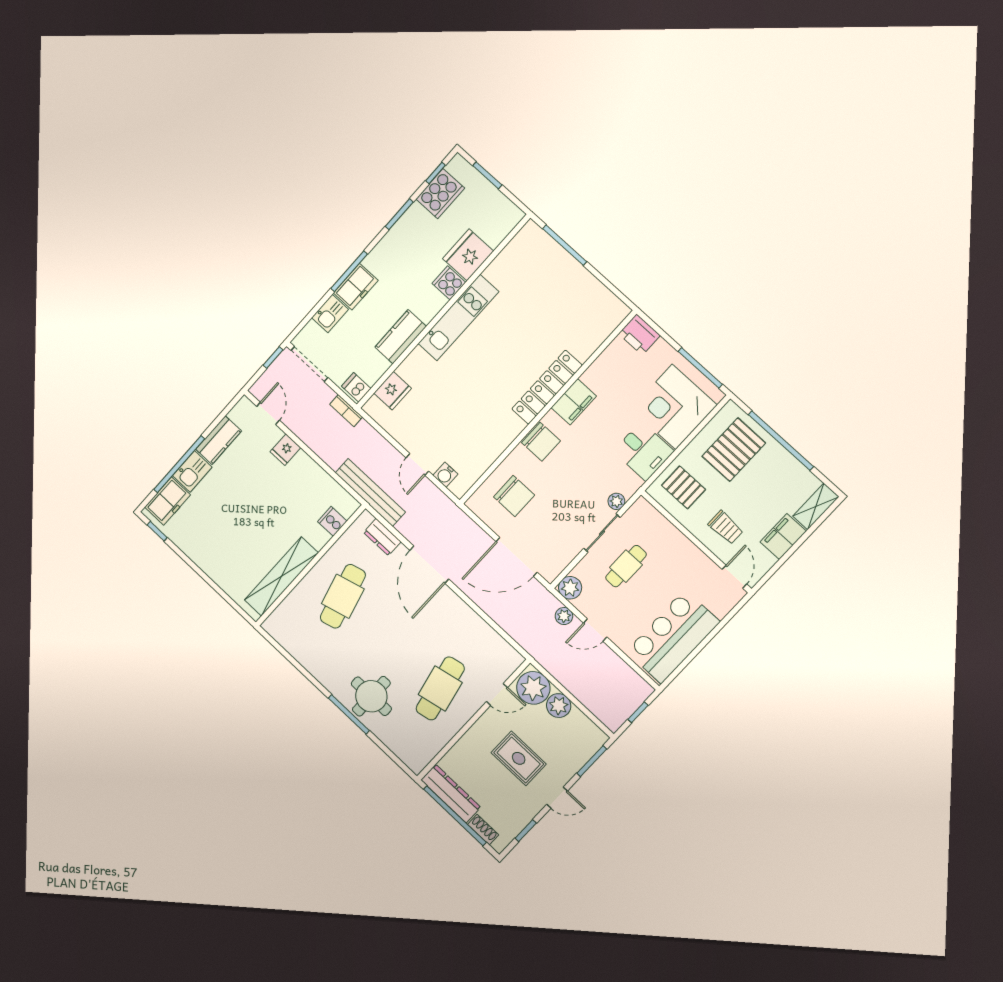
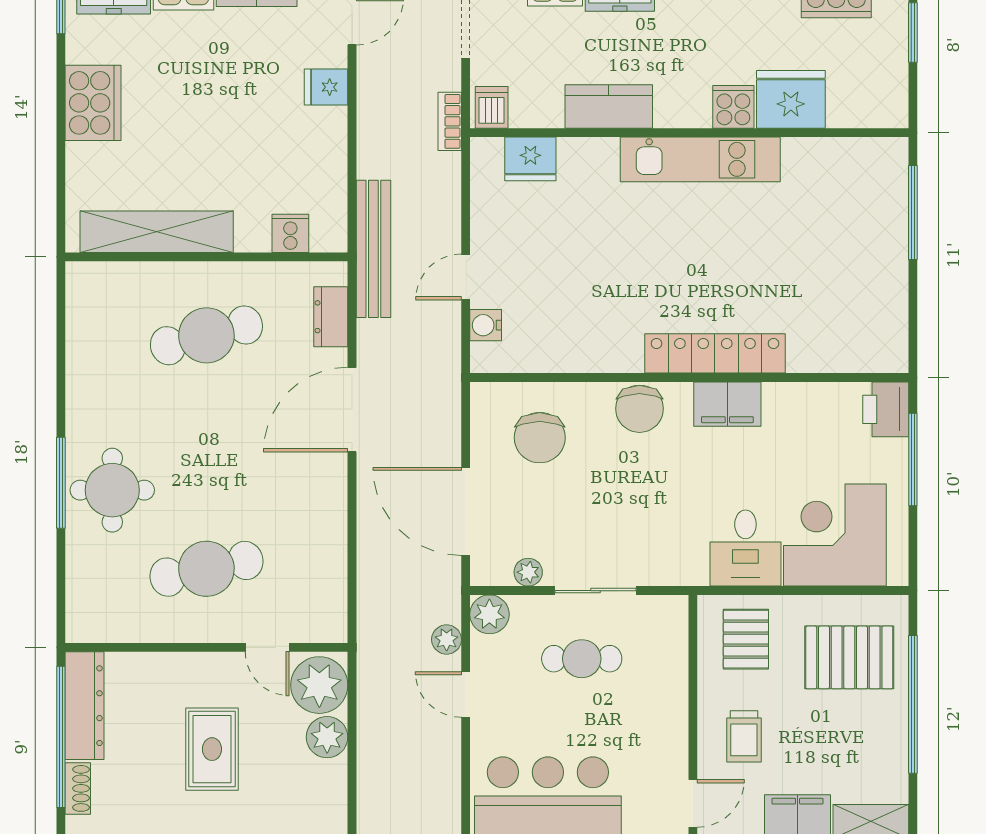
window: (700, 368) -> (913, 459), moved
plant: (616, 501) -> (528, 572), moved
cooker: (205, 553) -> (93, 103), added

